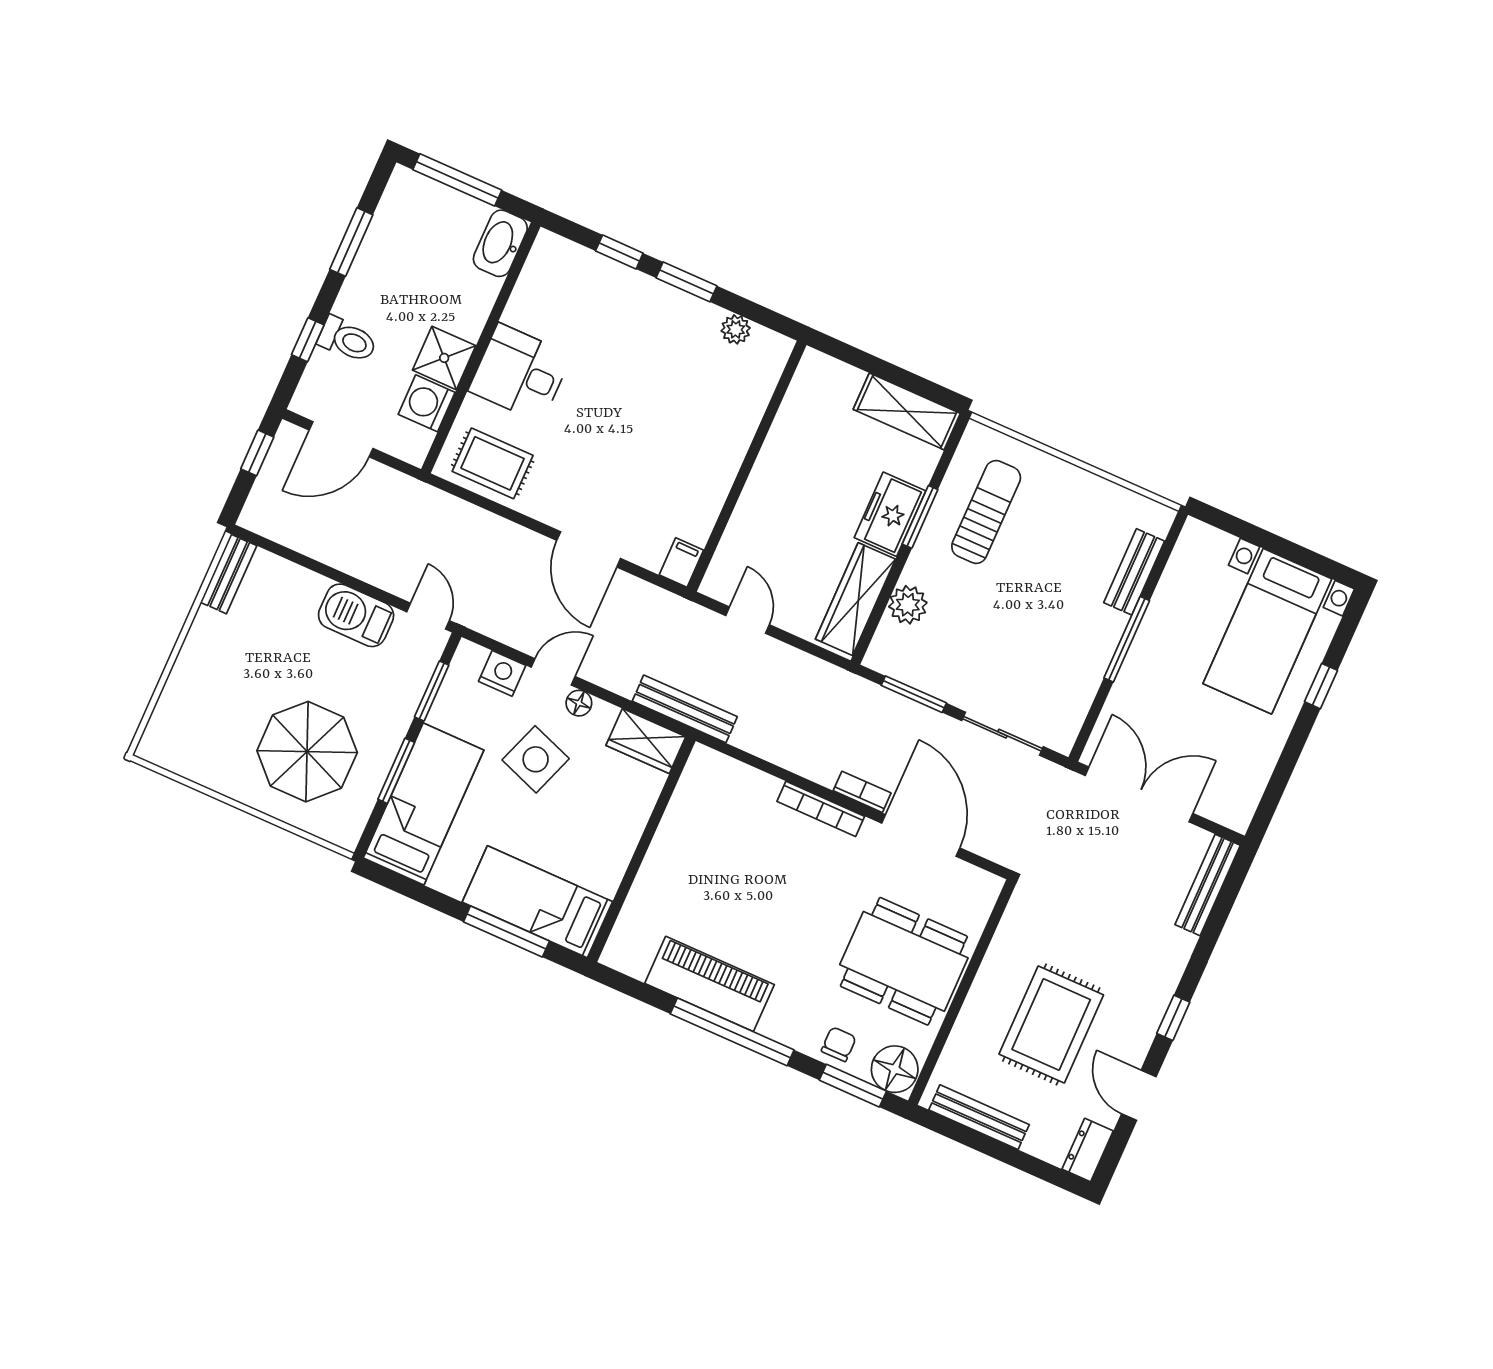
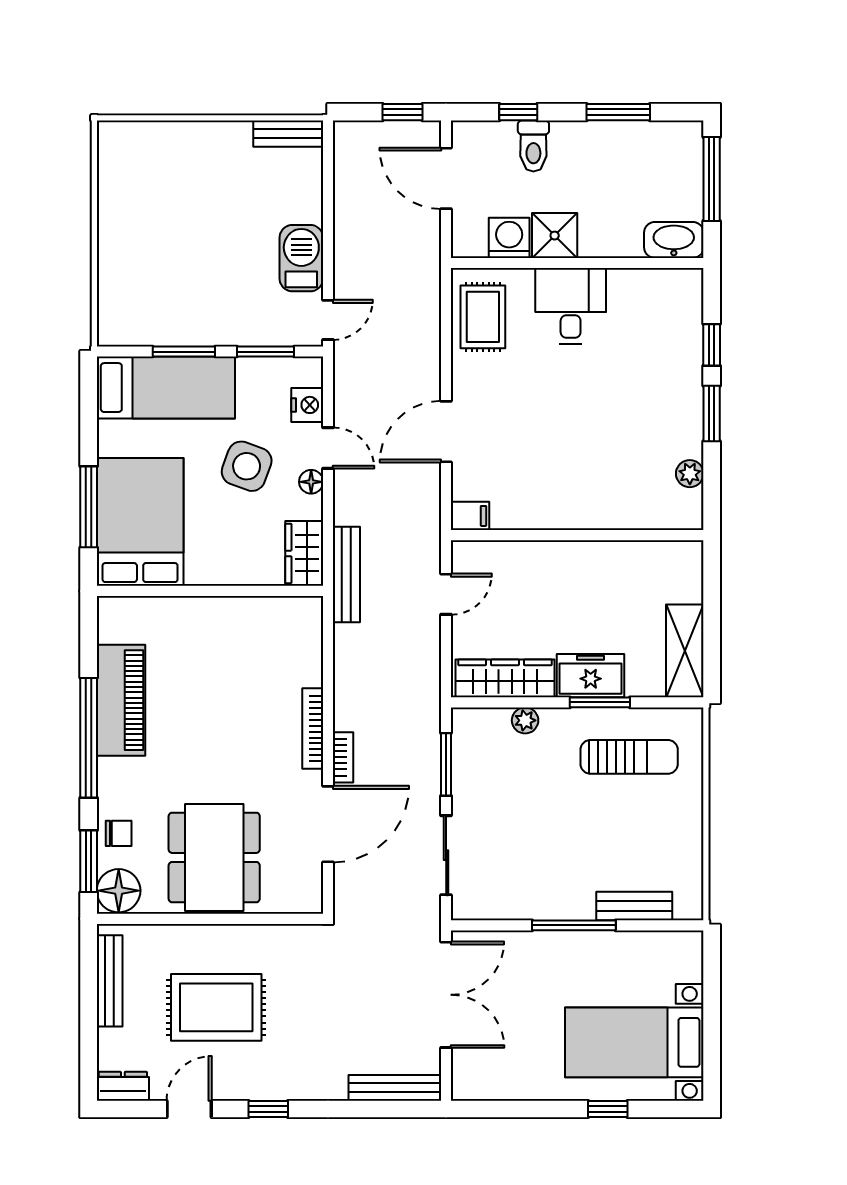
plant: (908, 605) -> (525, 720), width x0.73, depth x0.73
parasol: (307, 752) -> (166, 268), removed
bed: (537, 902) -> (140, 522), width x1.50

